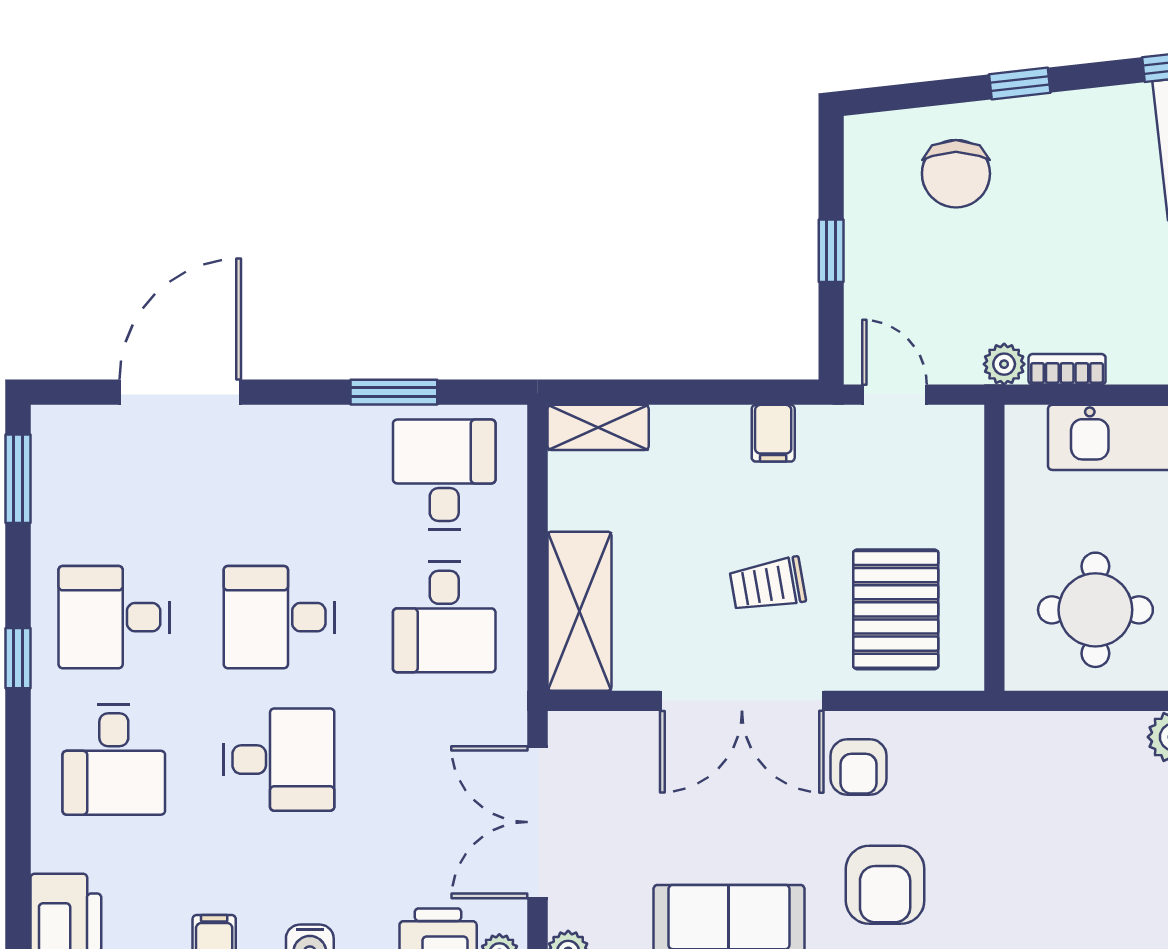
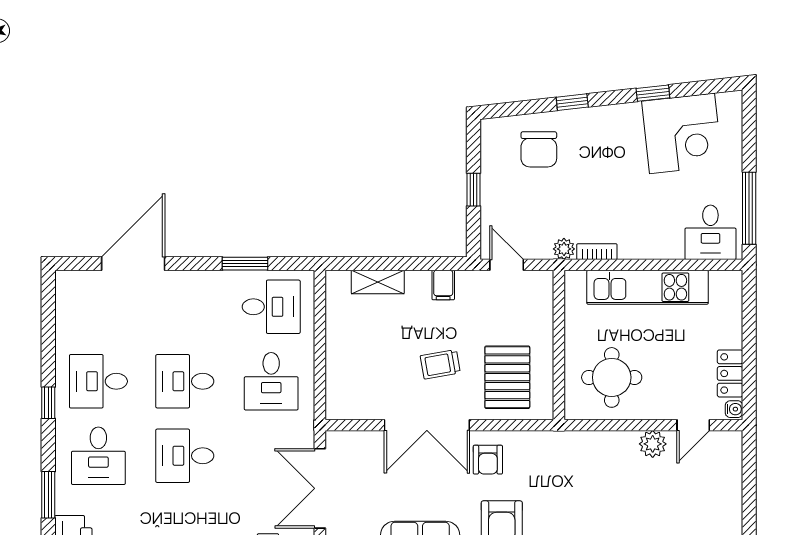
shelving: (598, 427) -> (378, 282), moved
desk: (444, 475) -> (271, 307), turned 90
window: (18, 479) -> (48, 495), moved
shelving: (579, 611) -> (342, 378), removed
desk: (279, 760) -> (185, 456), turned 180

